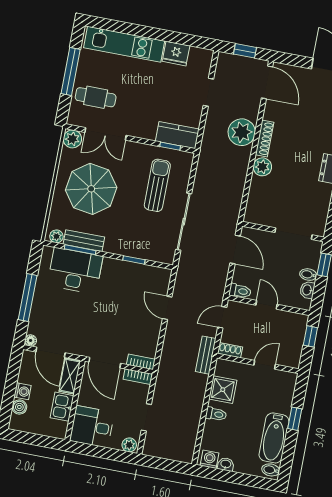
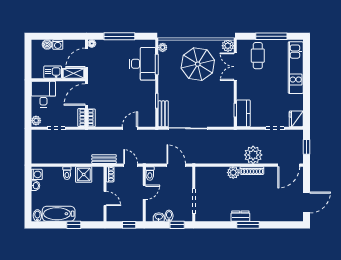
fridge: (176, 54) -> (296, 119), moved
sun lounger: (157, 185) -> (208, 107), removed
bench: (84, 241) -> (163, 114), moved
door: (235, 249) -> (176, 165), swing flipped

